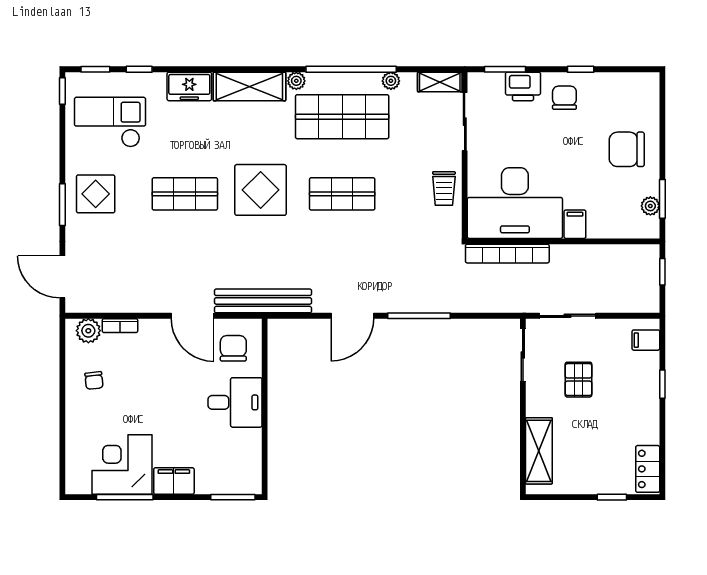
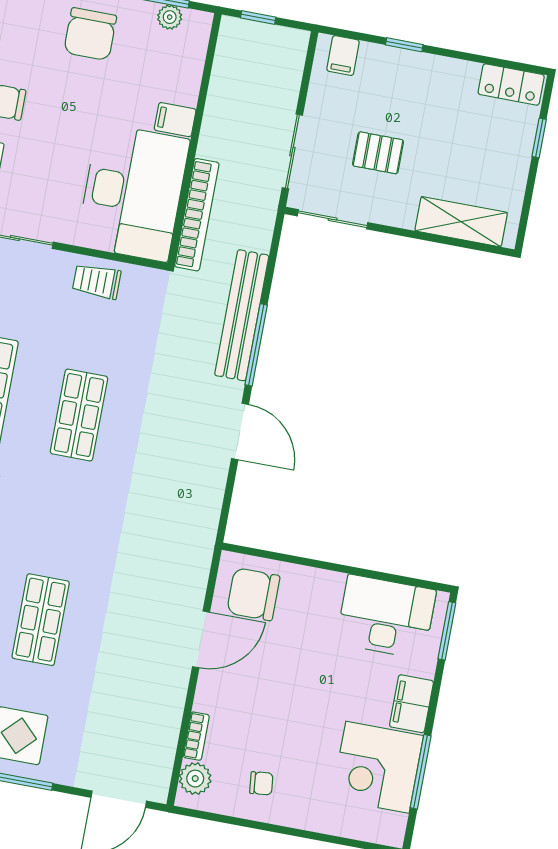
trolley: (444, 188) -> (97, 281), turned 180
display table: (261, 190) -> (54, 520), removed
bench: (263, 301) -> (242, 315), moved
chair: (233, 348) -> (253, 594), width x1.37, depth x1.37
desk: (235, 402) -> (386, 617), moved, width x1.37

